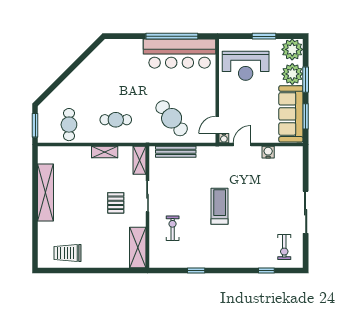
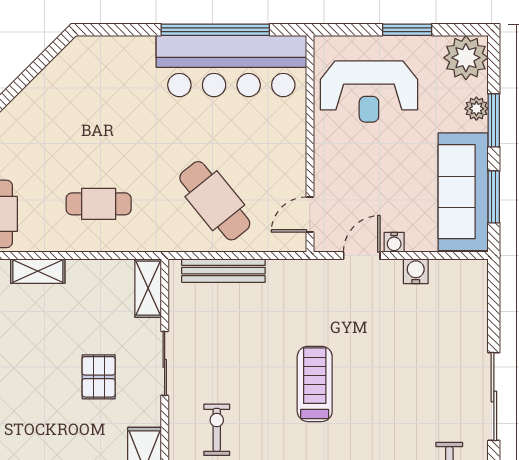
plant: (292, 74) -> (476, 109), width x0.53, depth x0.53
water cooler: (224, 138) -> (394, 242), moved
shelving: (105, 152) -> (38, 271), moved

